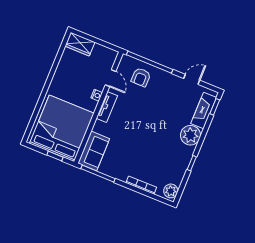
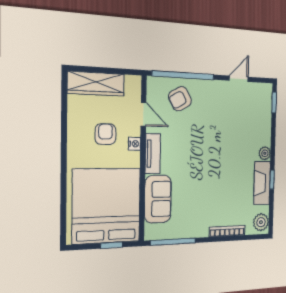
wardrobe: (80, 44) -> (96, 84), width x1.50
armchair: (141, 77) -> (180, 99), turned 61
armchair: (80, 81) -> (105, 134), added
fireplace: (204, 110) -> (262, 183), moved
plant: (190, 135) -> (265, 153), width x0.53, depth x0.53
sofa: (94, 151) -> (158, 199), moved

